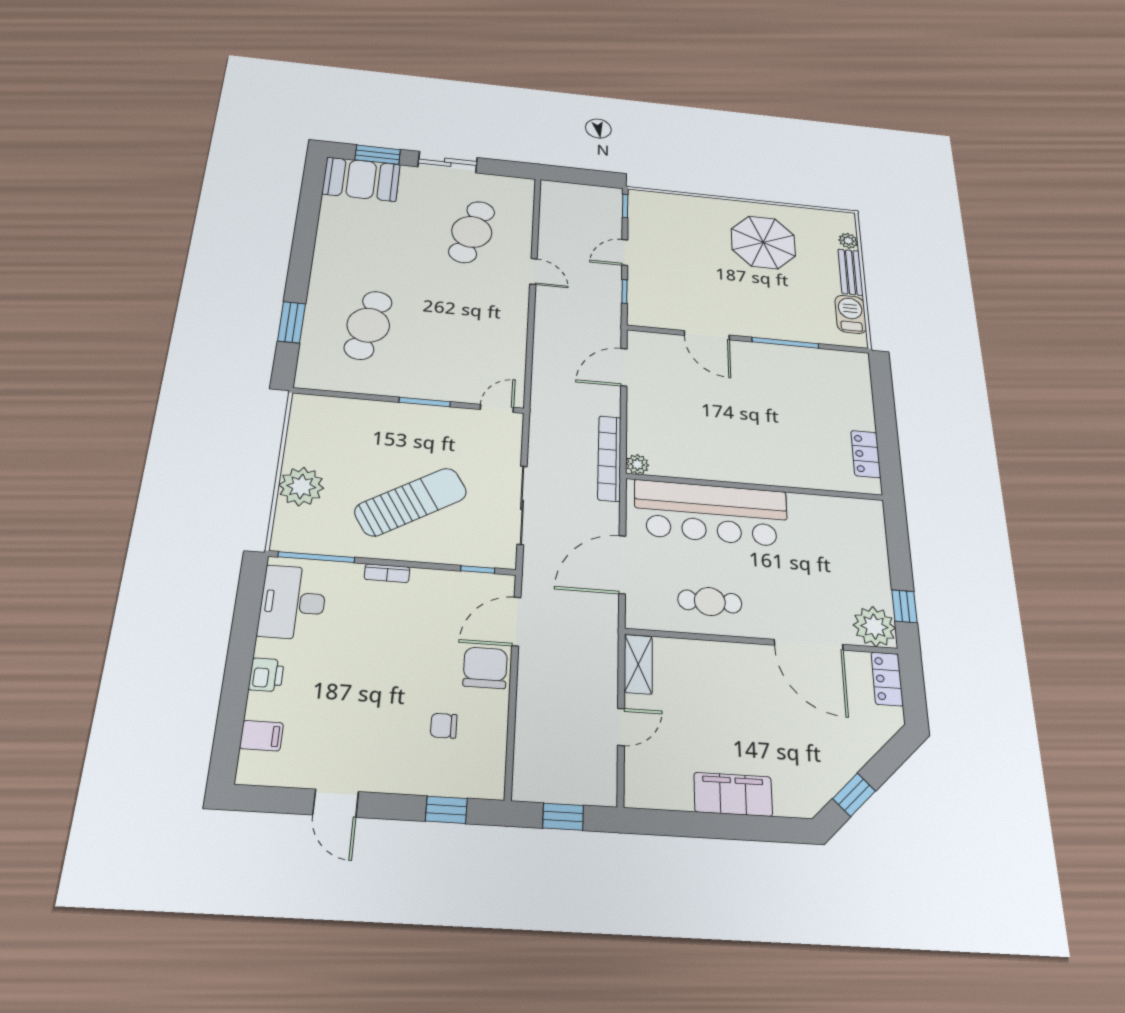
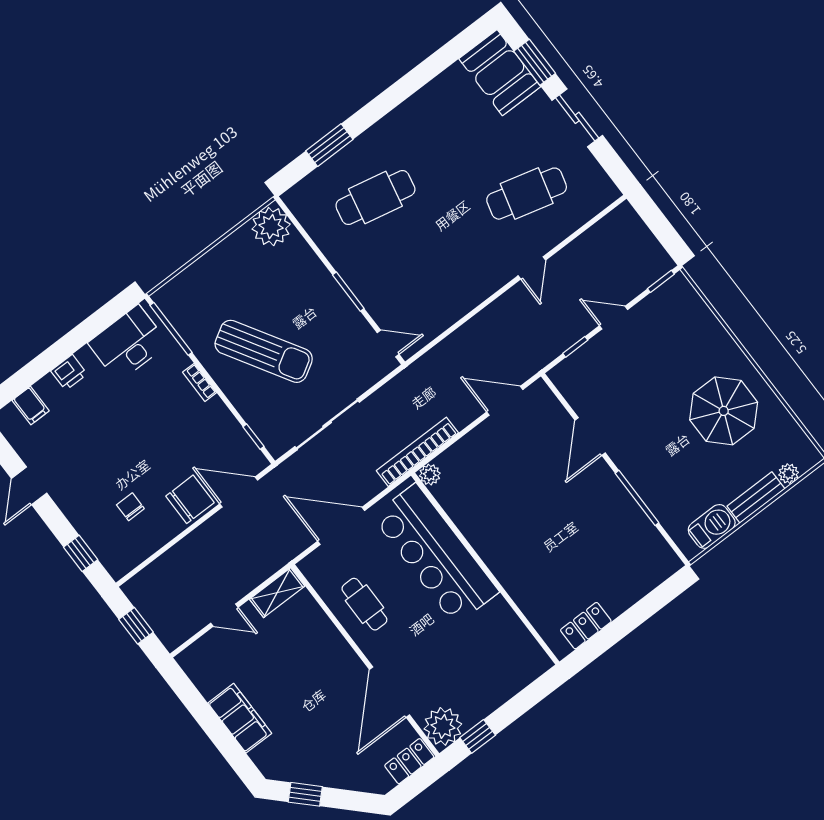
plant: (301, 486) -> (271, 227), moved

